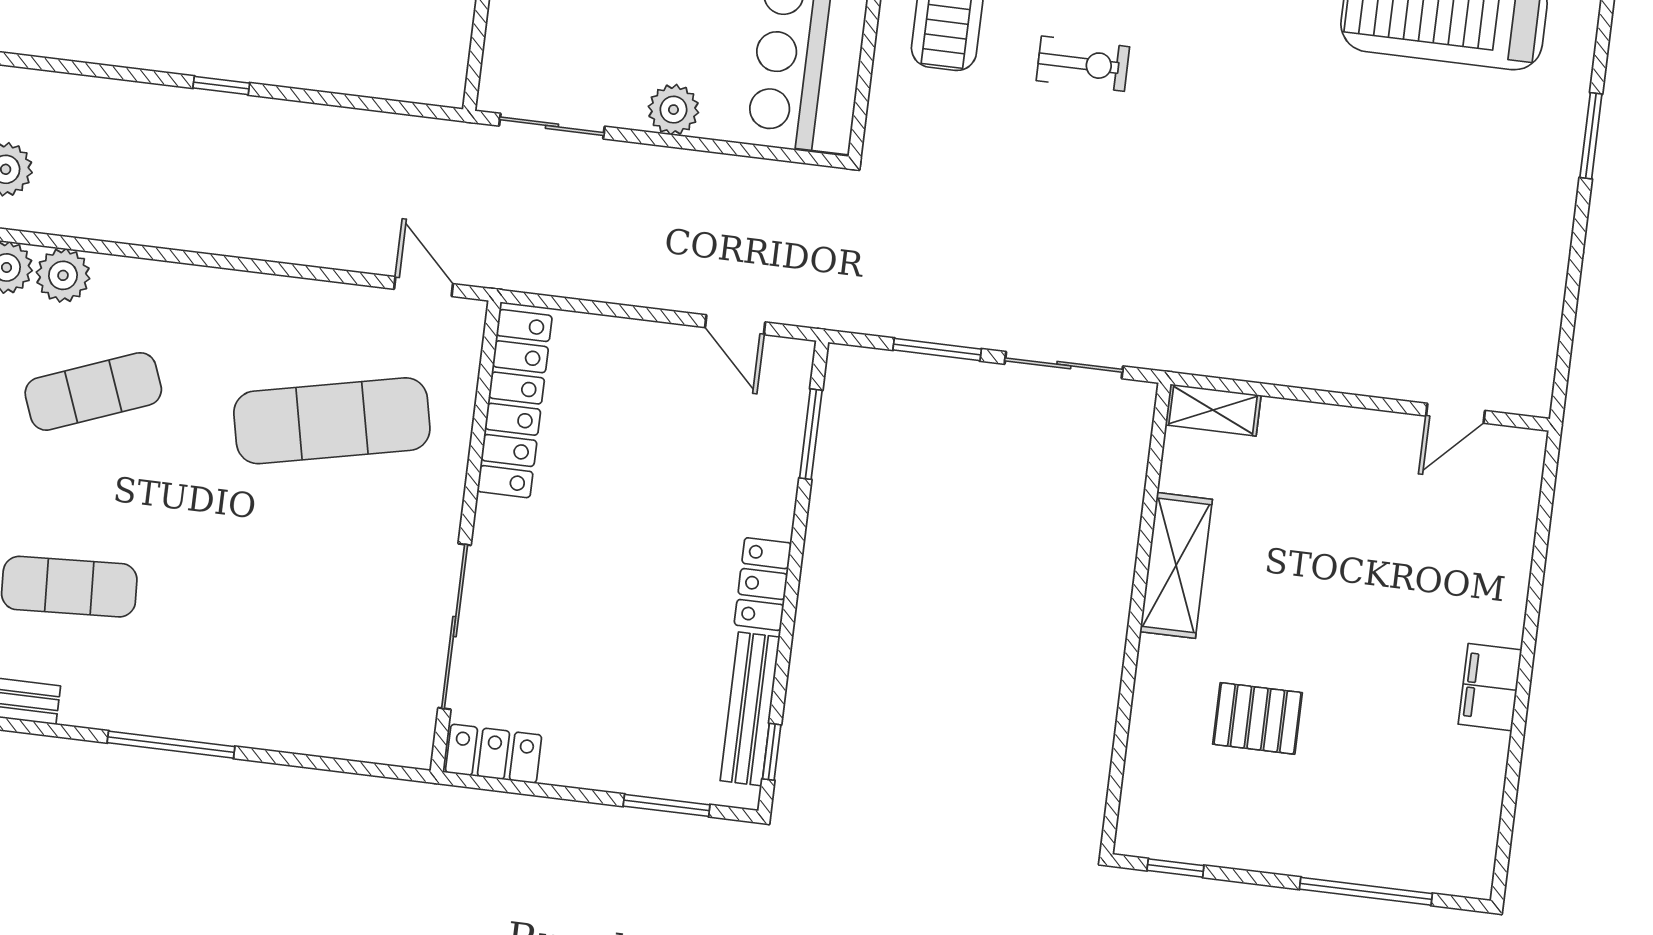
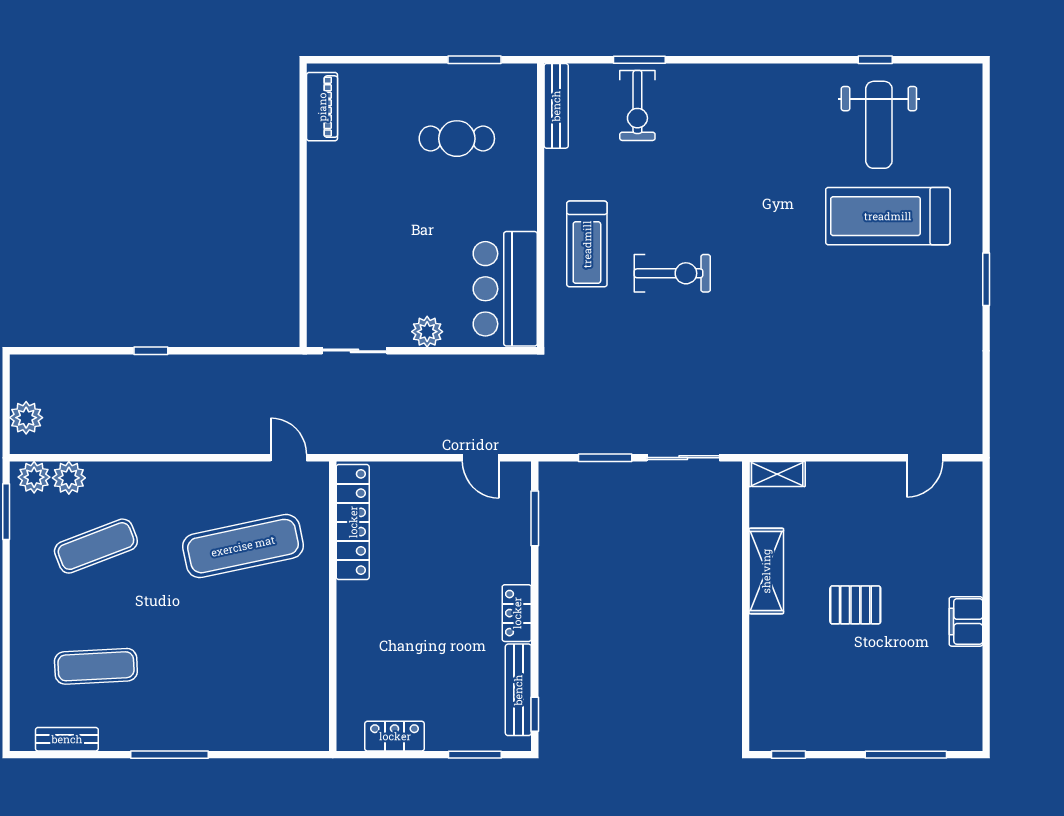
exercise bike: (1083, 64) -> (672, 273), width x1.38, depth x1.39
sliding door: (455, 627) -> (333, 662), removed
pallet: (1257, 718) -> (855, 605), moved
locker: (494, 754) -> (395, 736), moved

